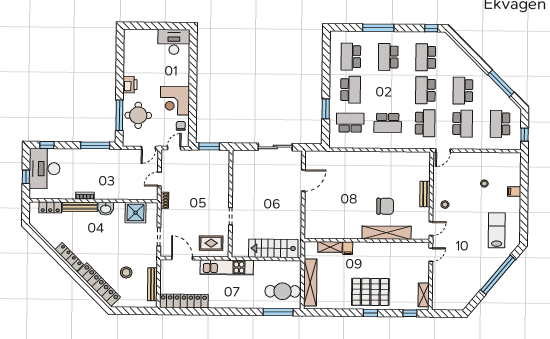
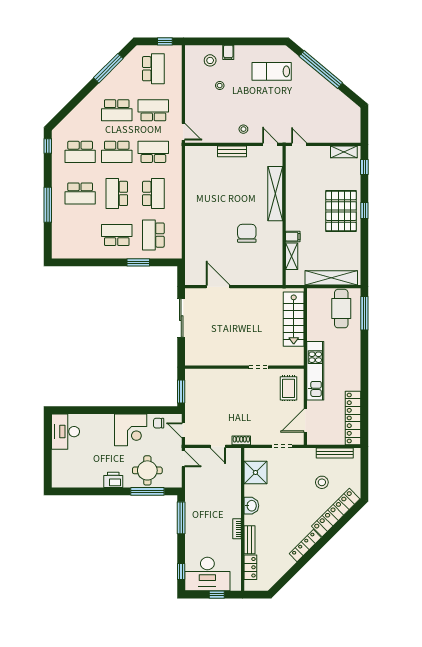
school desk: (351, 57) -> (117, 193), moved, turned 90
school desk: (500, 124) -> (153, 69), turned -90
stool: (507, 175) -> (210, 60), added
chair: (385, 206) -> (247, 233), moved
bench: (80, 207) -> (249, 540), width x0.73

